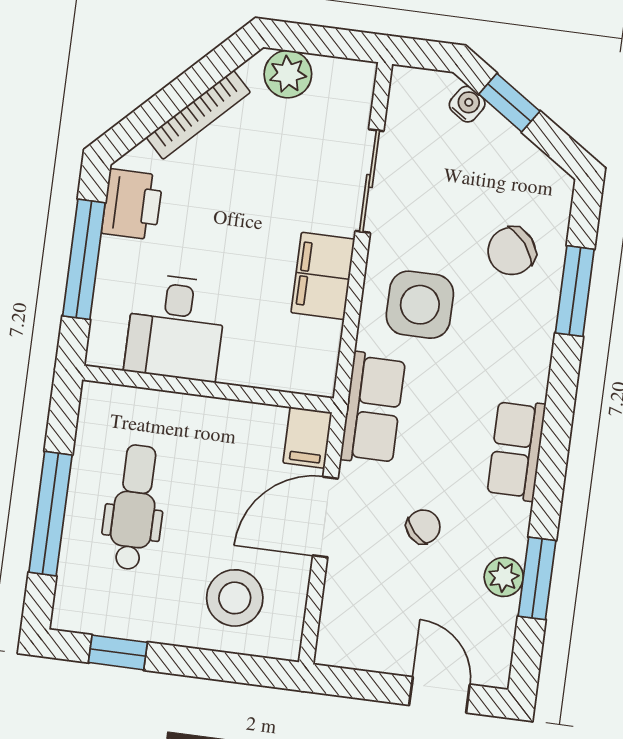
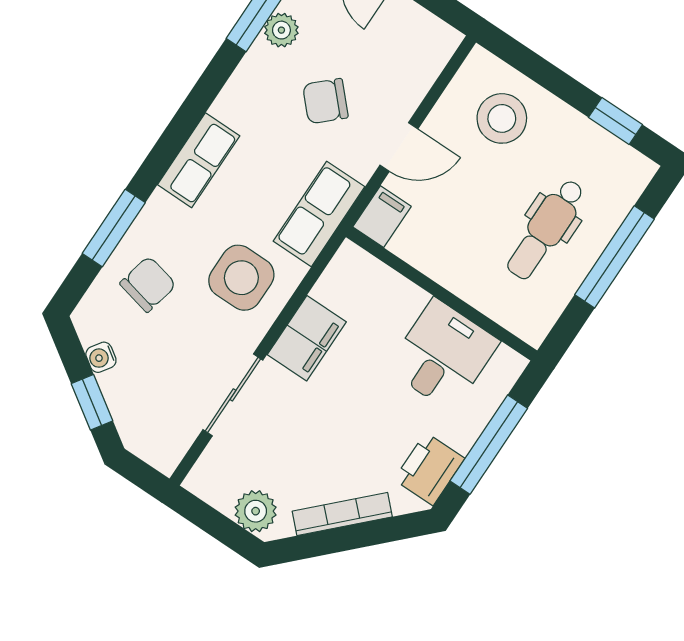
water cooler: (467, 104) -> (101, 357), moved
chair: (512, 251) -> (148, 284), turned -38
row of seats: (516, 450) -> (199, 160), moved
door: (325, 517) -> (399, 147), width x0.73
chair: (423, 527) -> (325, 101), width x1.37, depth x1.37

